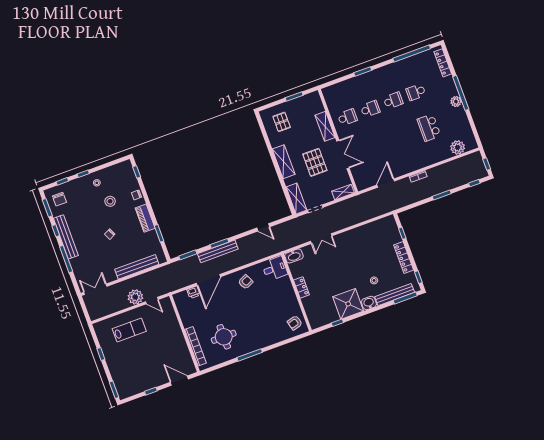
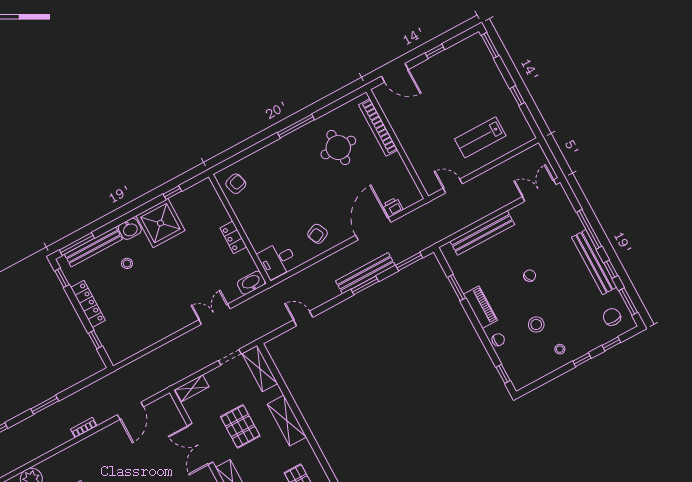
double door: (95, 289) -> (539, 191), swing flipped
plant: (135, 297) -> (478, 188), removed

